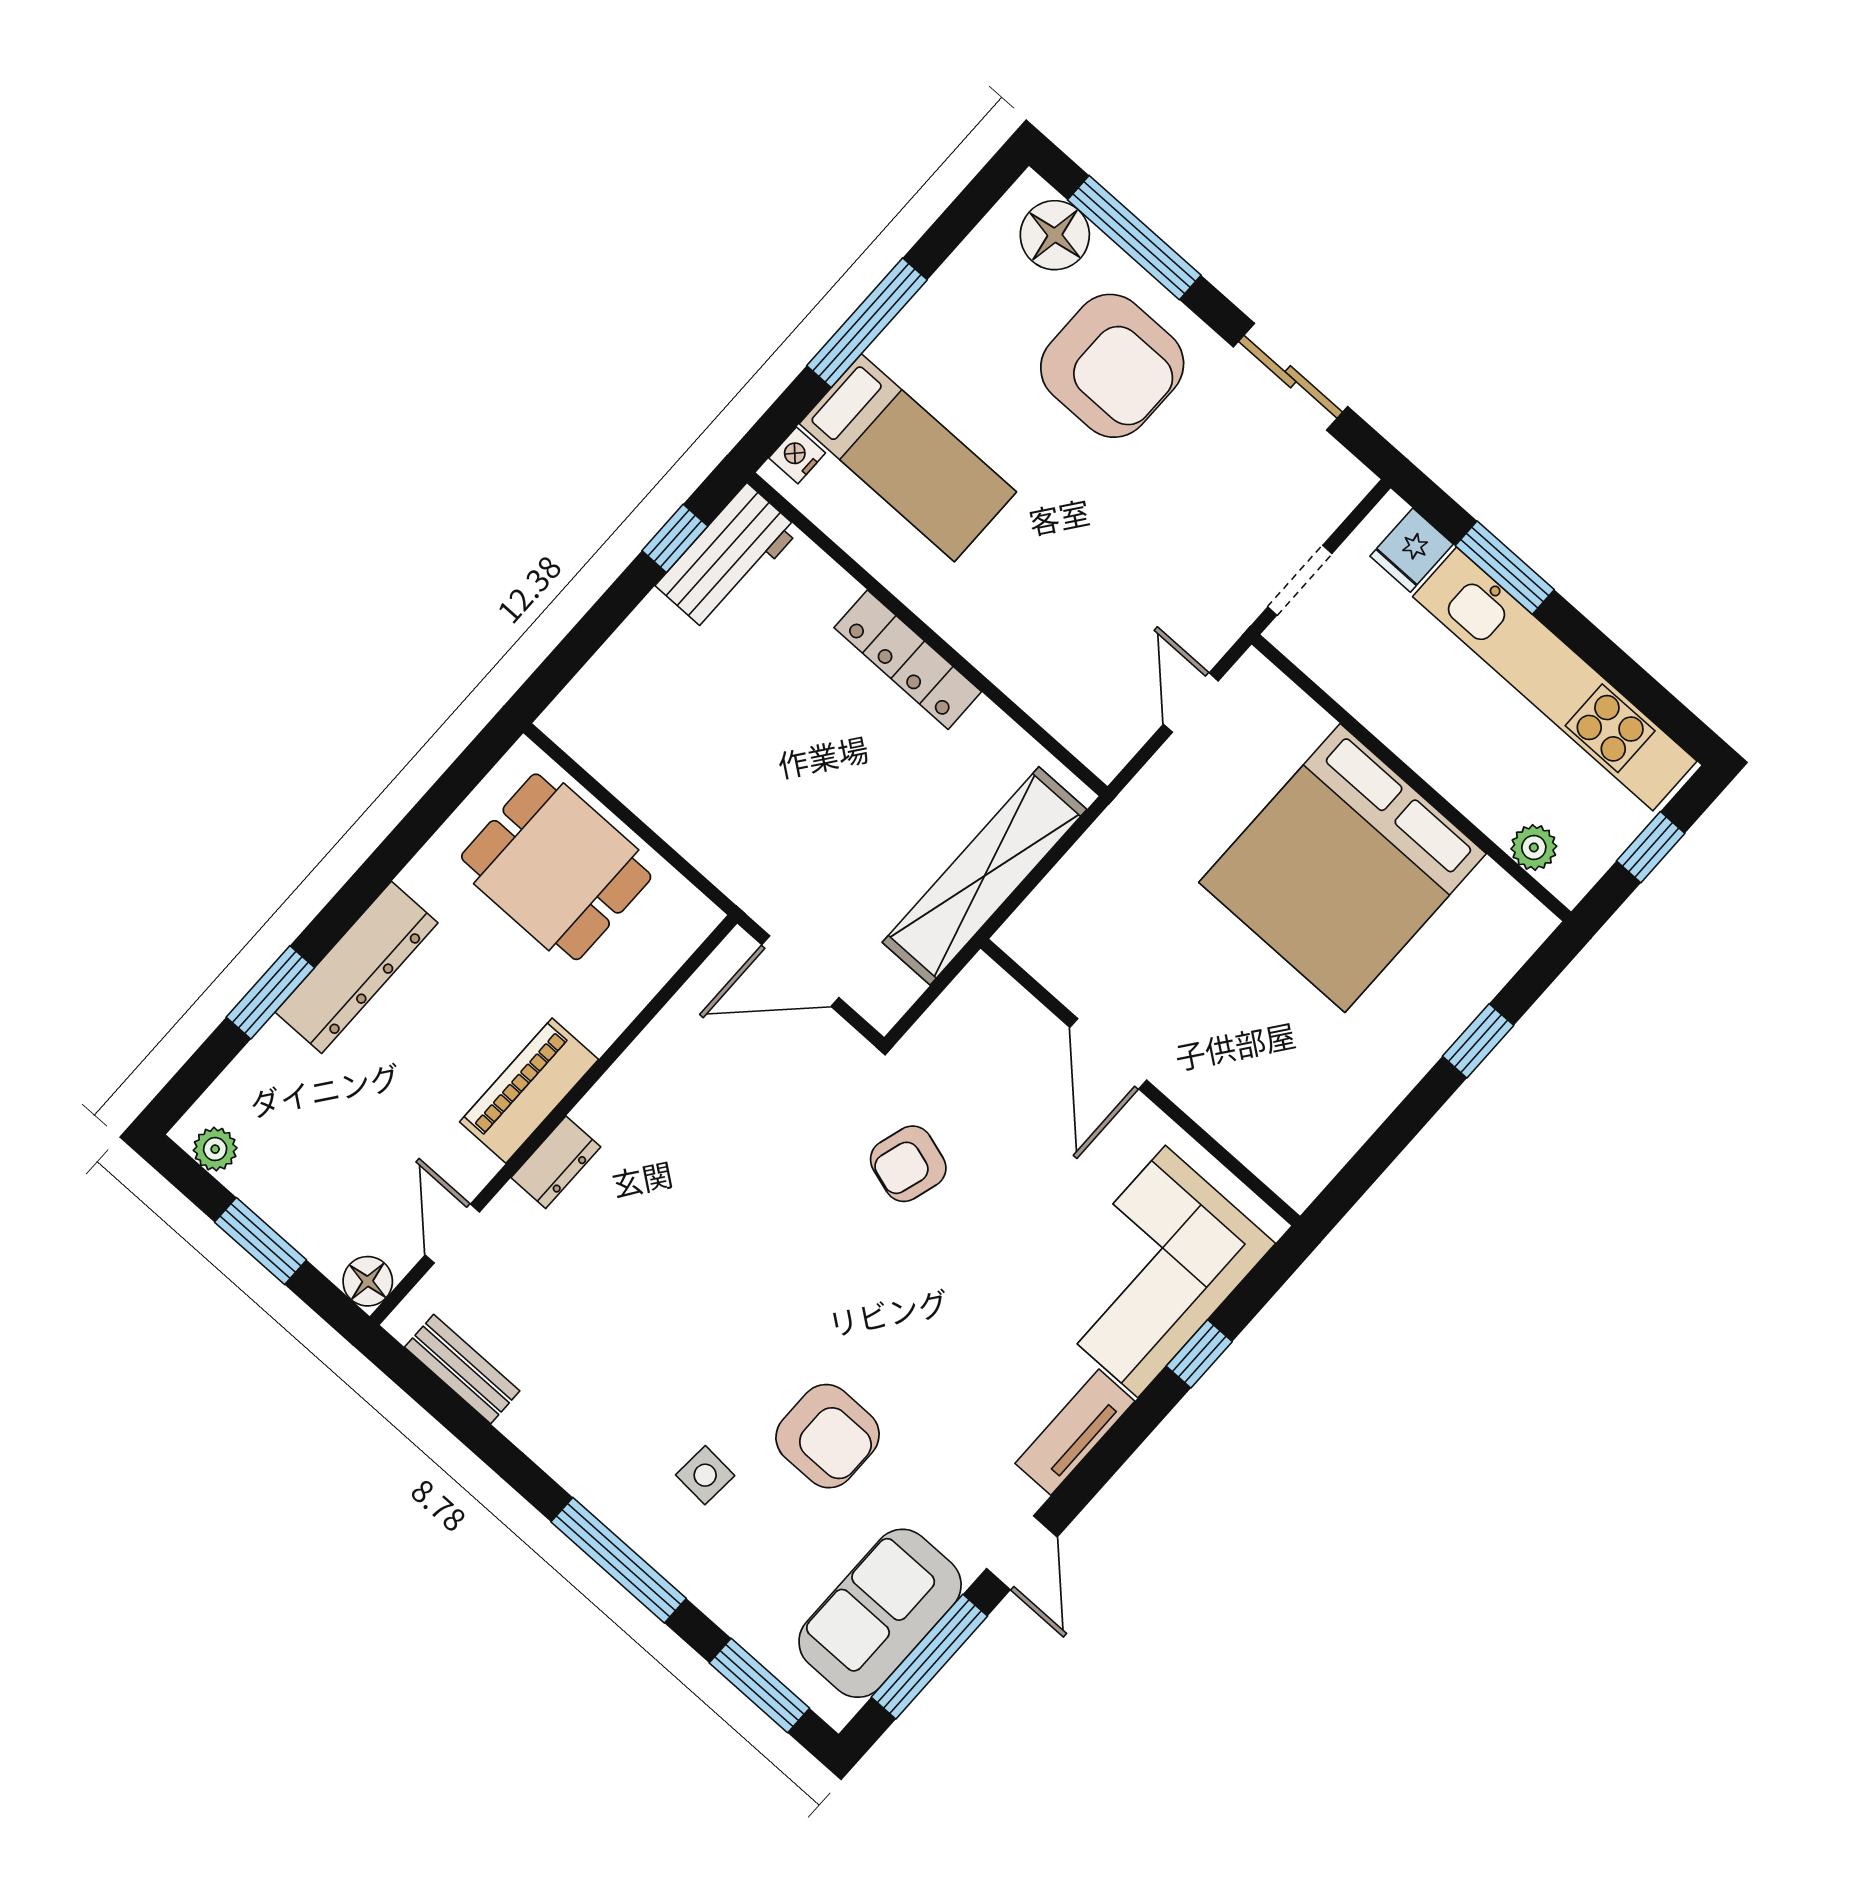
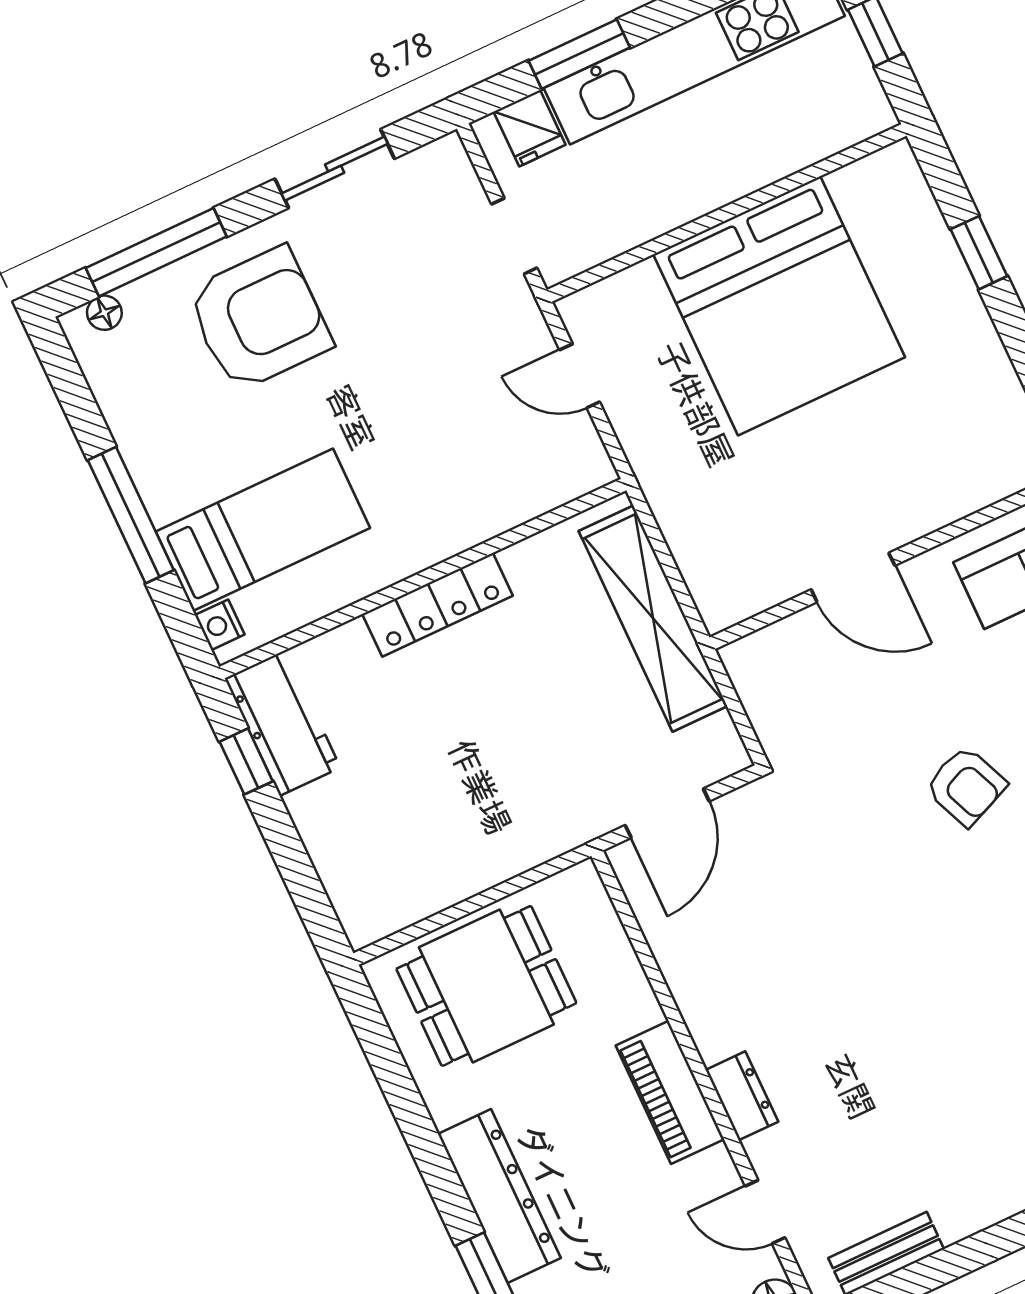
floor lamp: (1055, 235) -> (104, 313), width x0.53, depth x0.53
plant: (1534, 847) -> (832, 133), removed
armchair: (908, 1164) -> (966, 786), moved, turned -40

